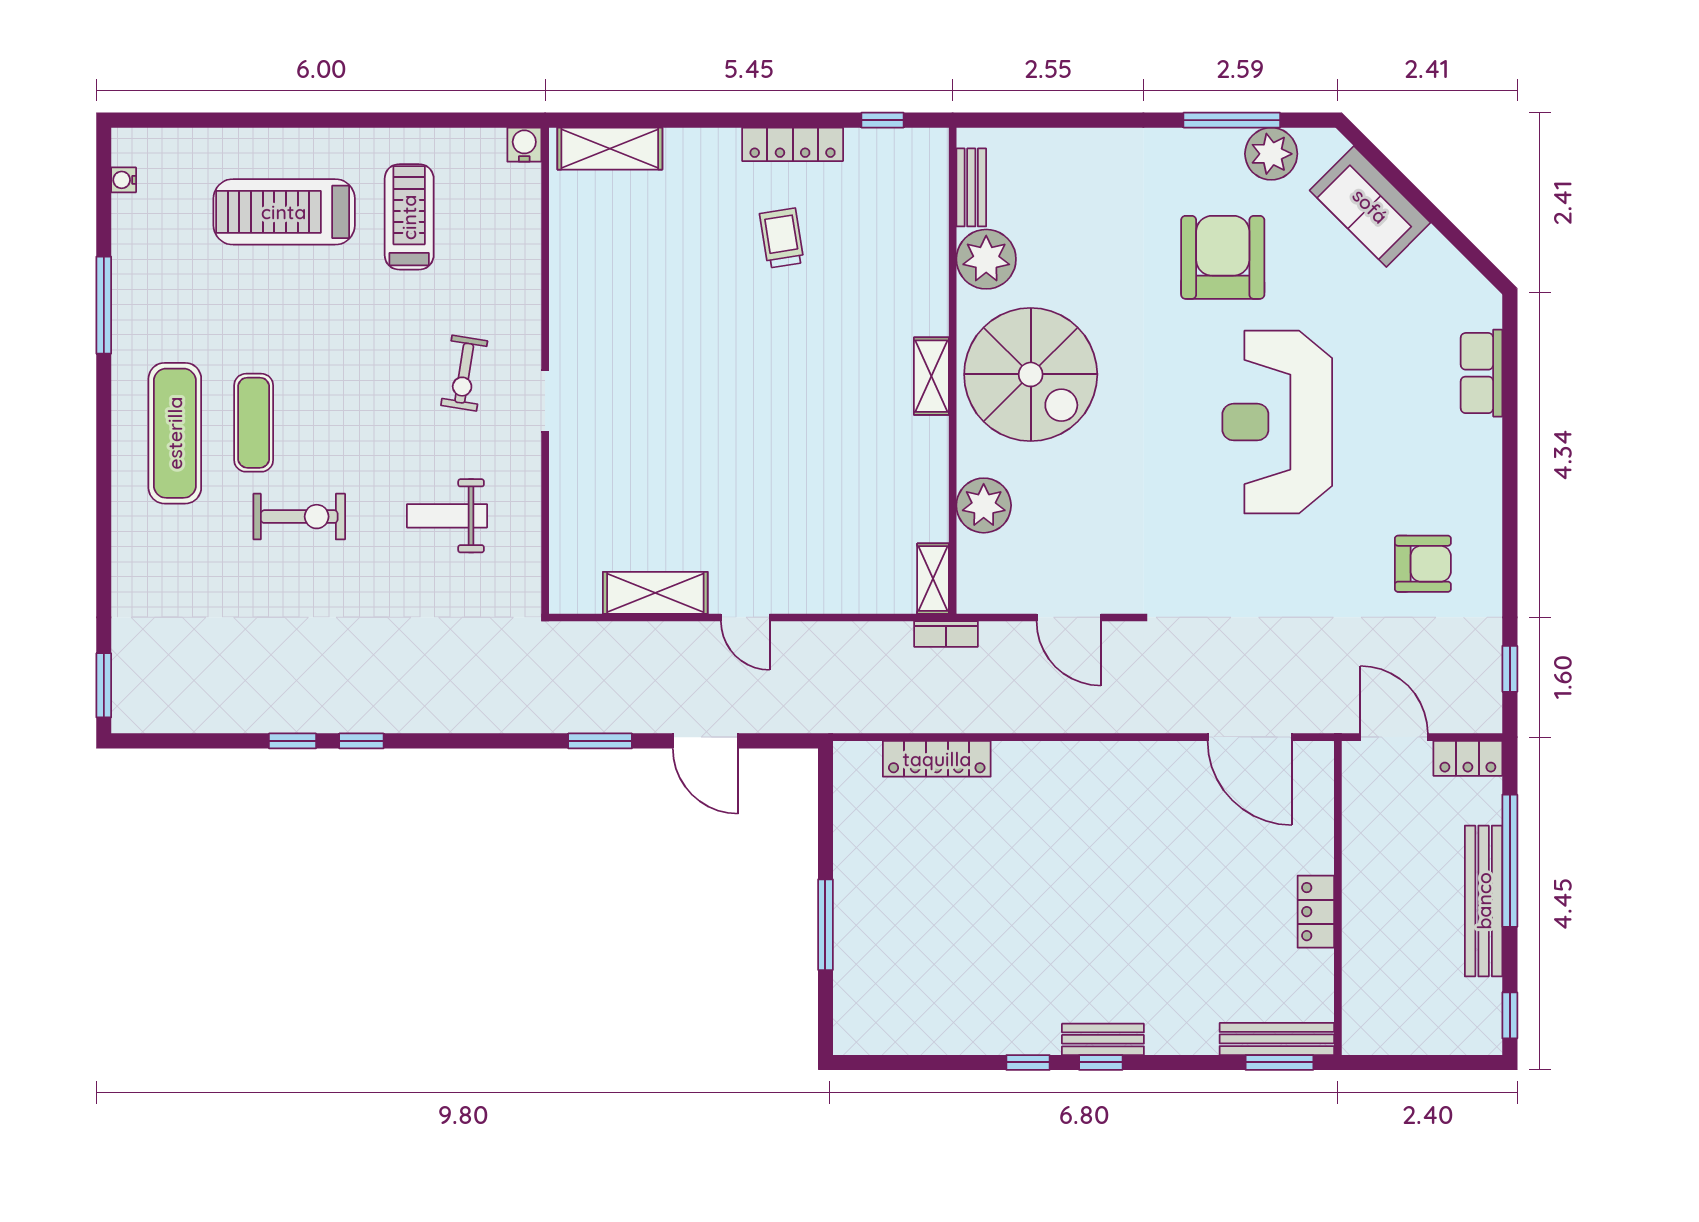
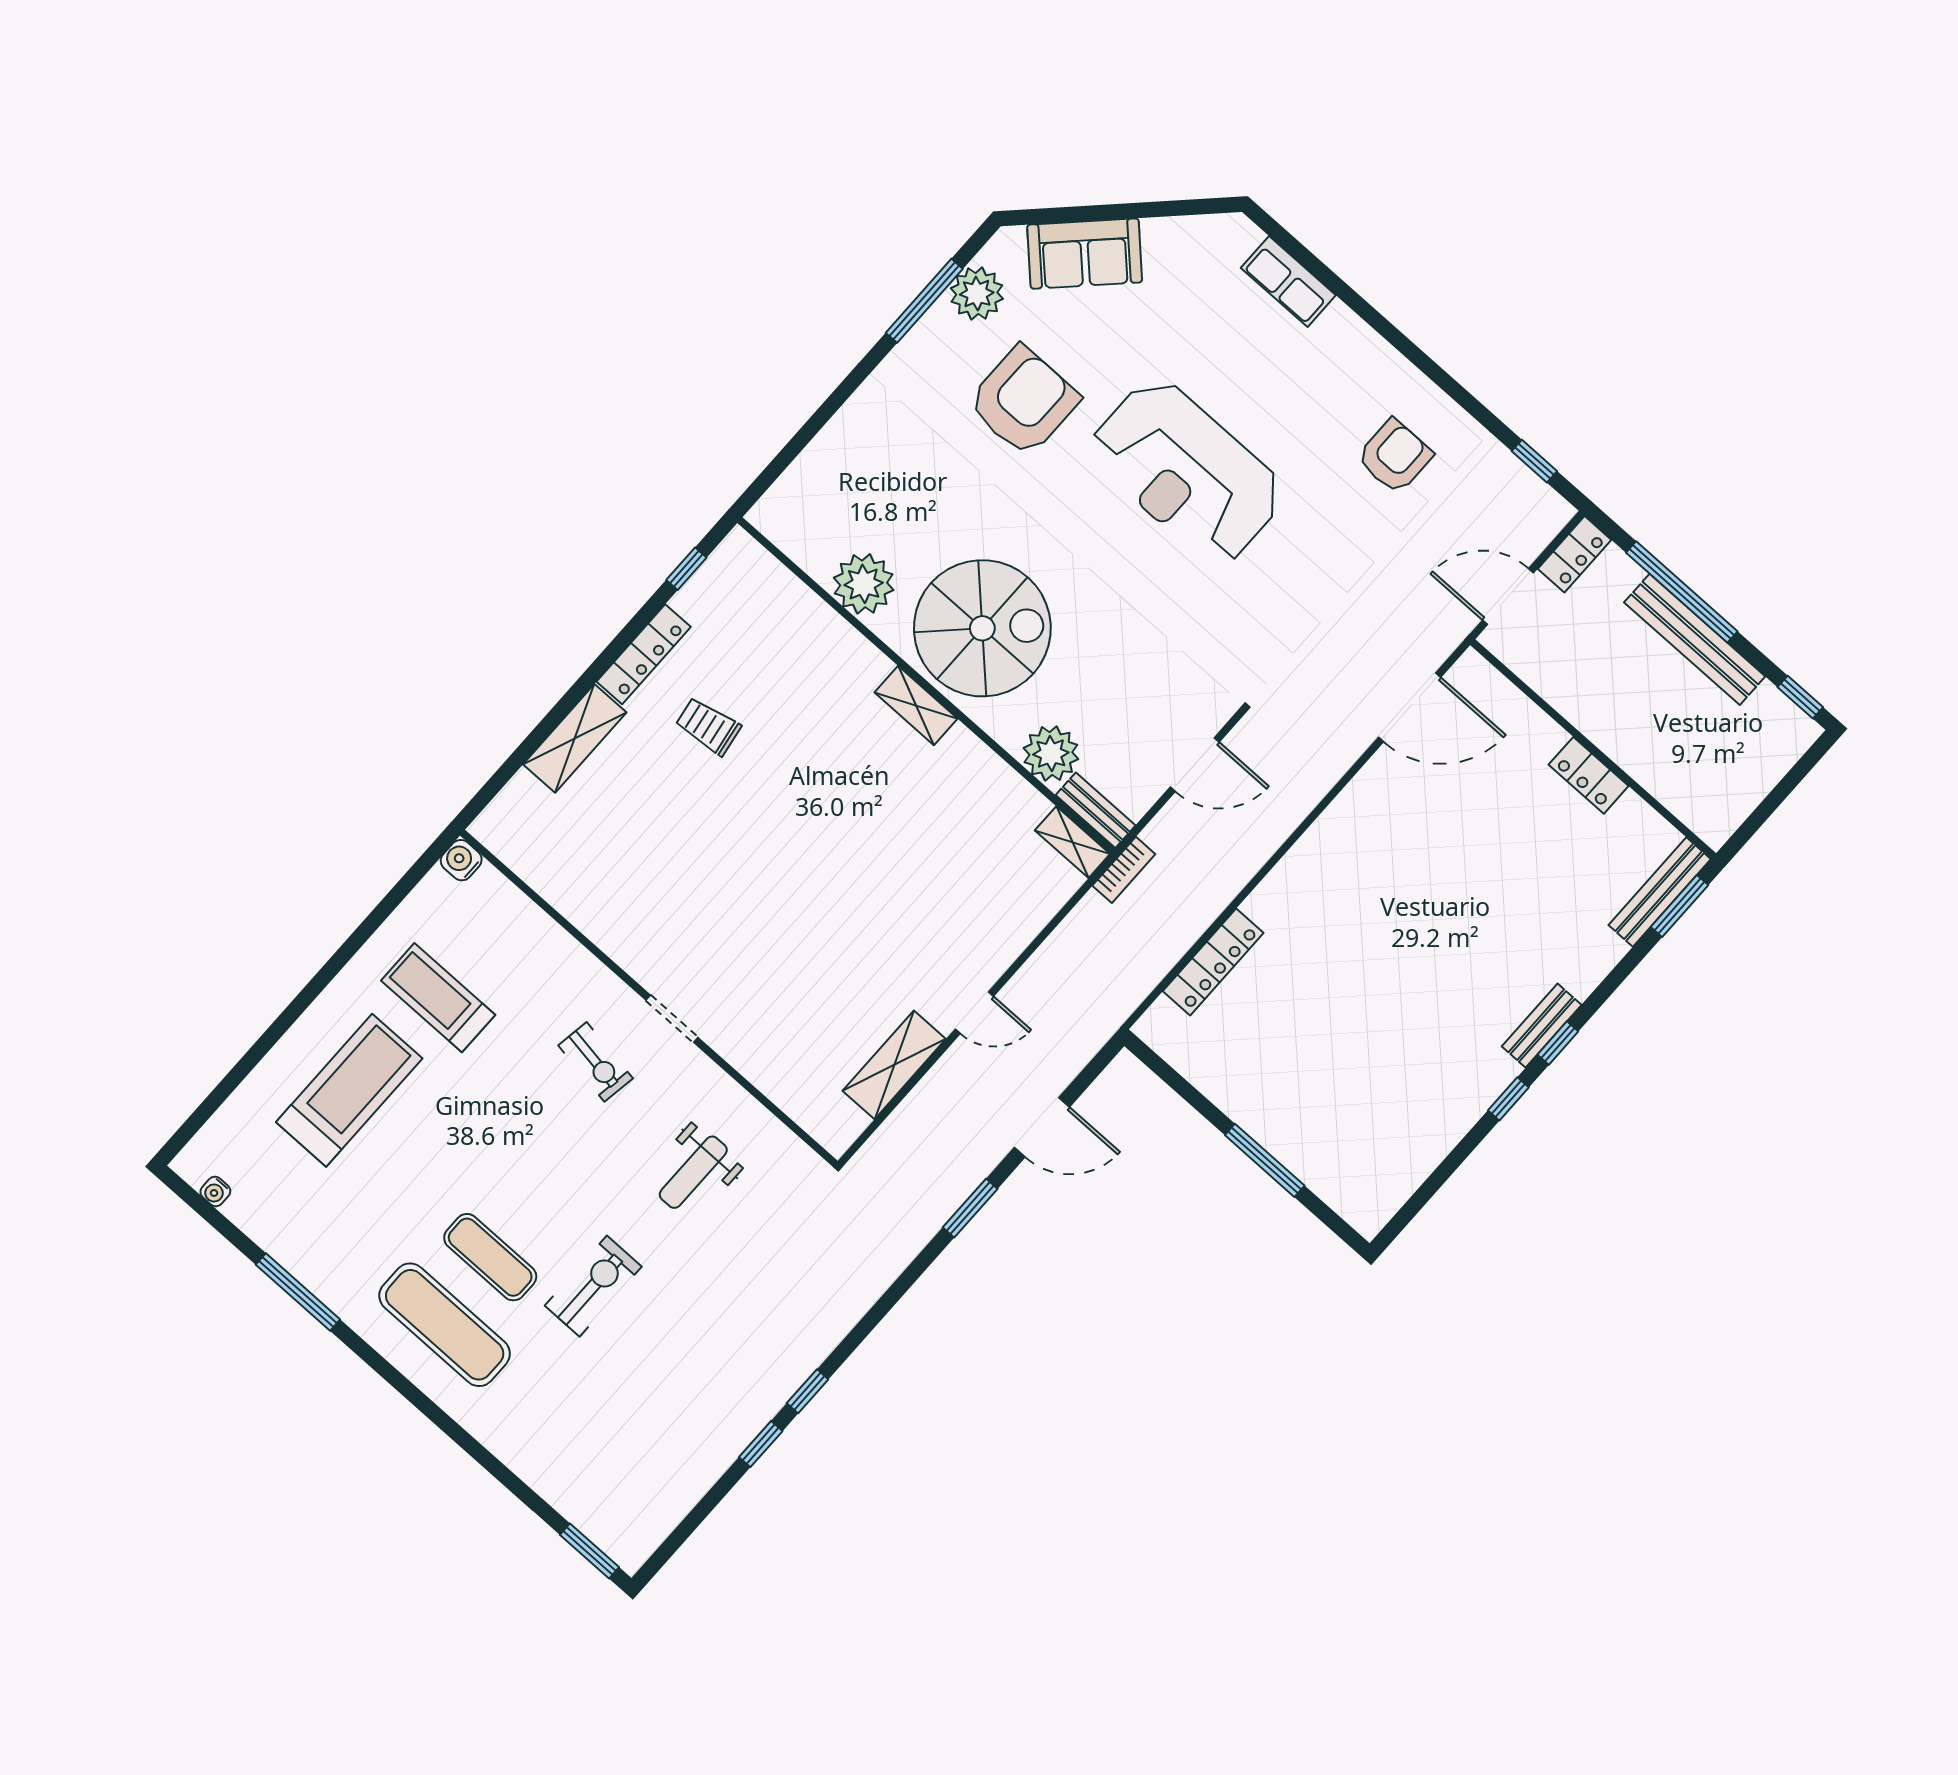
shelving: (610, 149) -> (575, 738), moved
bench: (971, 187) -> (1096, 810), moved
treadmill: (284, 212) -> (349, 1090), turned 180
armchair: (1223, 257) -> (1023, 401), turned 90

